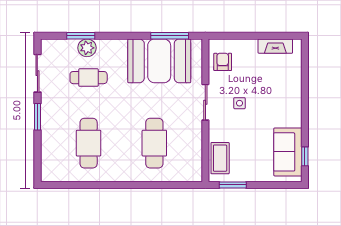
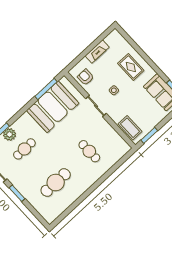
fireplace: (275, 46) -> (97, 52), moved
rug: (280, 95) -> (131, 67), added
cafe table: (89, 143) -> (56, 182), turned 90
cafe table: (154, 143) -> (89, 151), width x0.73, depth x0.74

